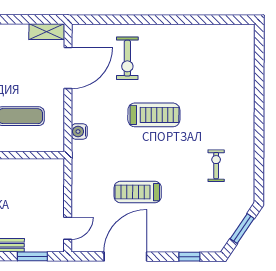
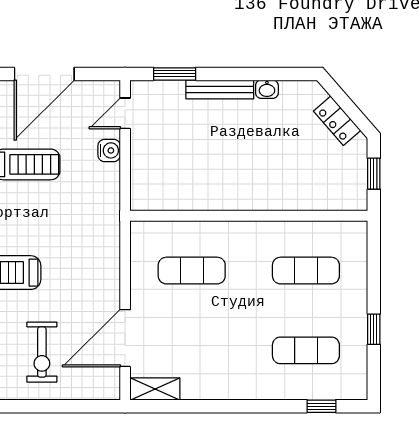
exercise bike: (127, 58) -> (42, 352), turned 180
water cooler: (79, 131) -> (109, 150), moved

